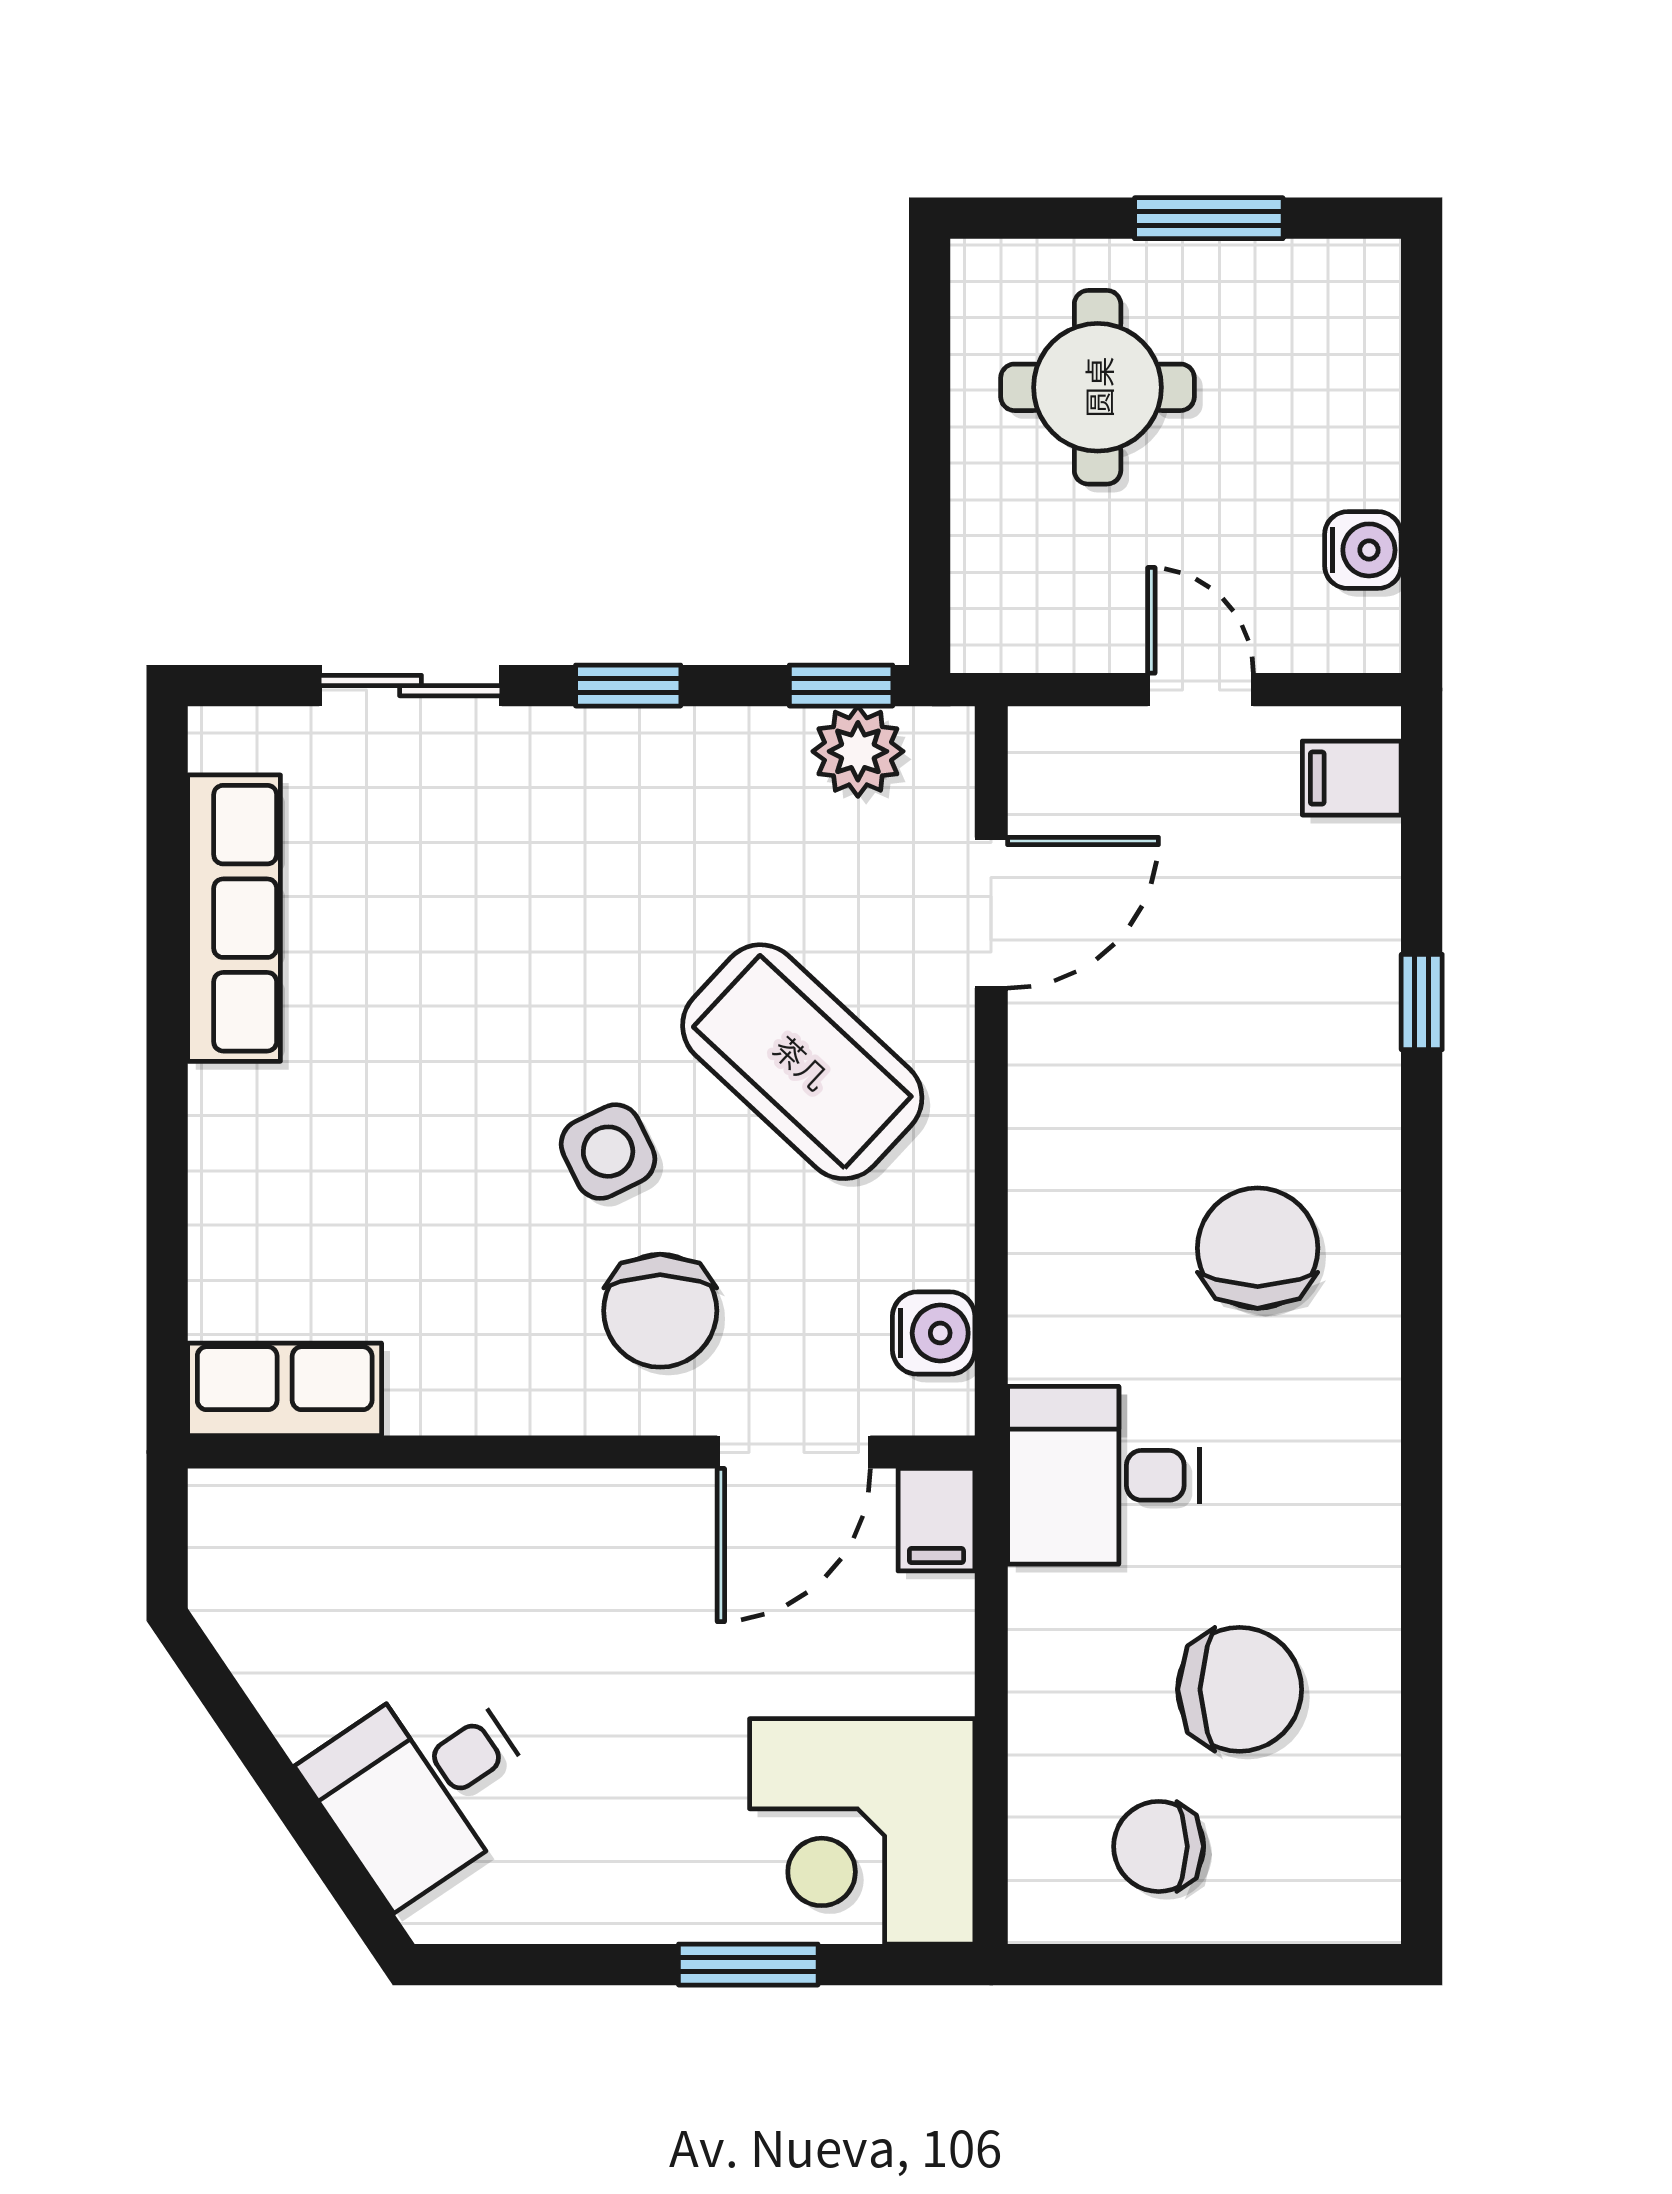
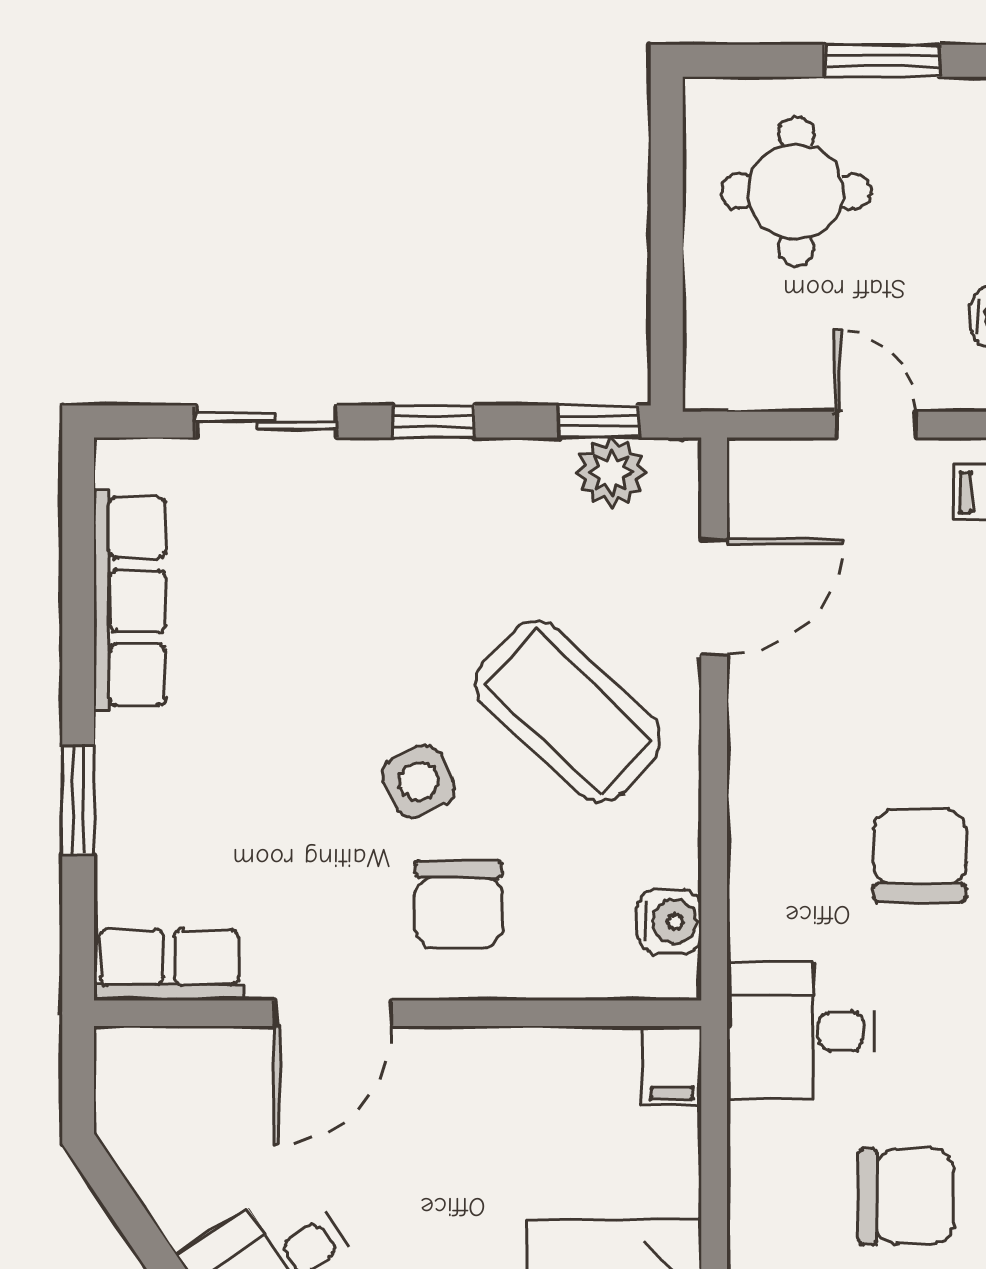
window: (167, 1175) -> (78, 800), added
door: (794, 1452) -> (333, 1013), moved

